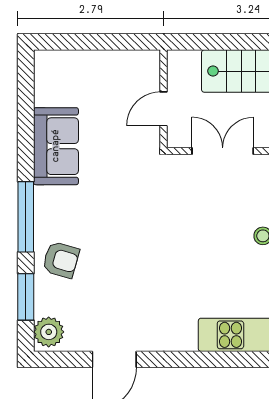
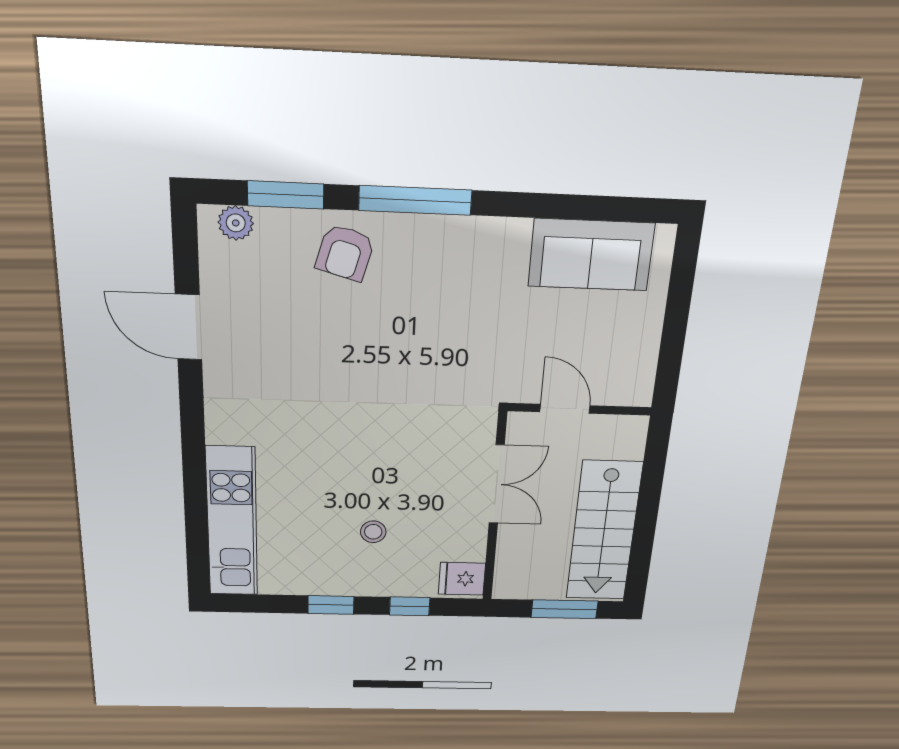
sofa: (56, 146) -> (591, 255), moved
plant: (49, 332) -> (236, 223), width x0.73, depth x0.73

